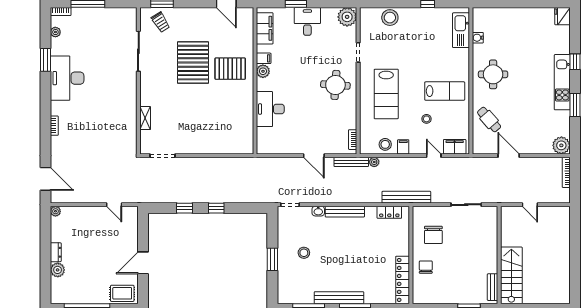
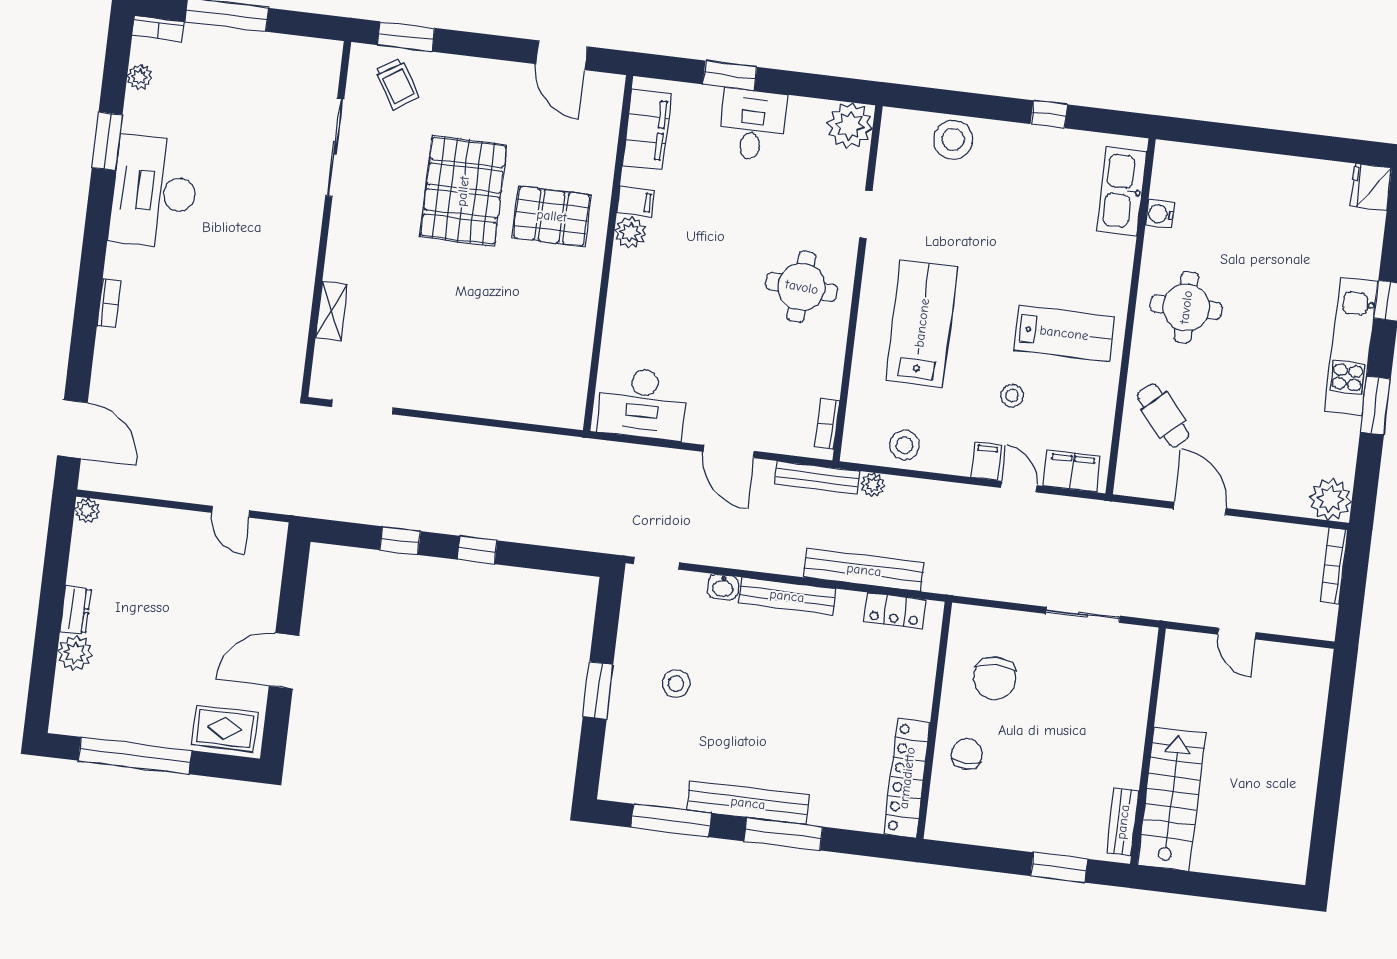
lab bench: (386, 94) -> (922, 323), turned 180
desk: (270, 109) -> (642, 403), moved, turned -90
filing cabinet: (403, 147) -> (986, 461), moved
bench: (406, 197) -> (864, 570), moved

